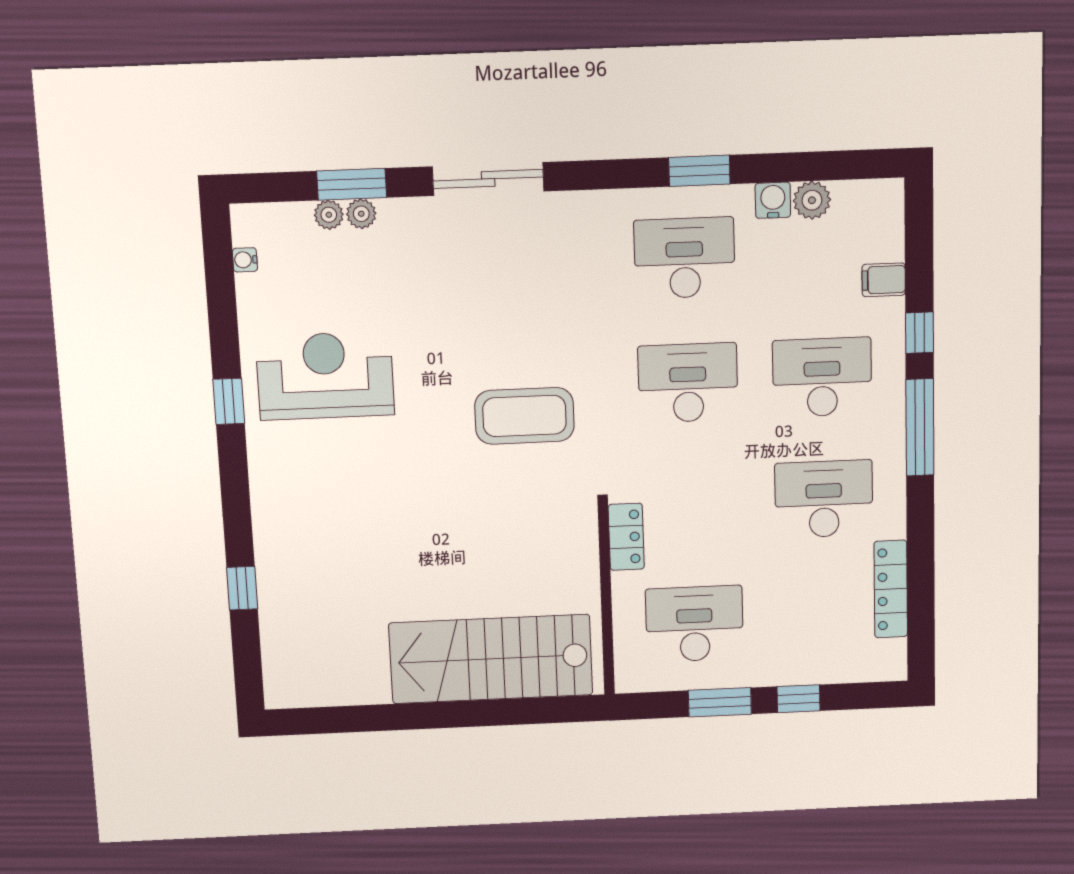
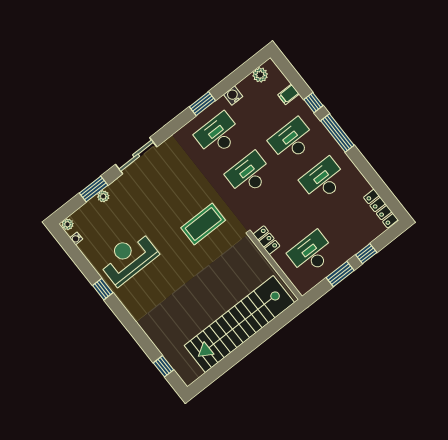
plant: (812, 200) -> (260, 75), moved
plant: (329, 215) -> (68, 224), moved
window: (242, 588) -> (164, 366), moved
locker: (891, 589) -> (381, 209), moved
stairs: (491, 659) -> (239, 324), width x1.36

